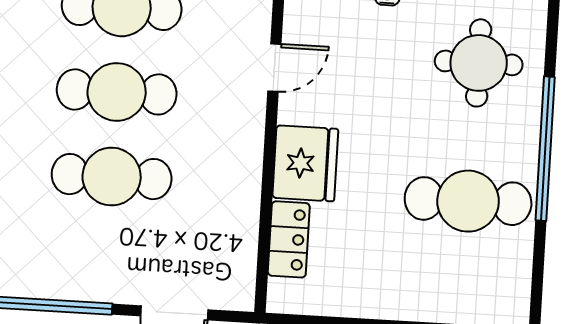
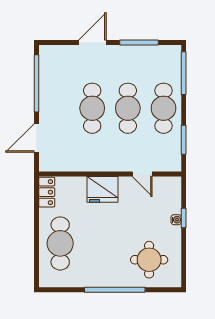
cafe table: (468, 201) -> (60, 243), moved
locker: (289, 239) -> (47, 192), moved, turned -90

